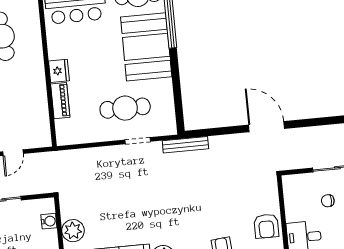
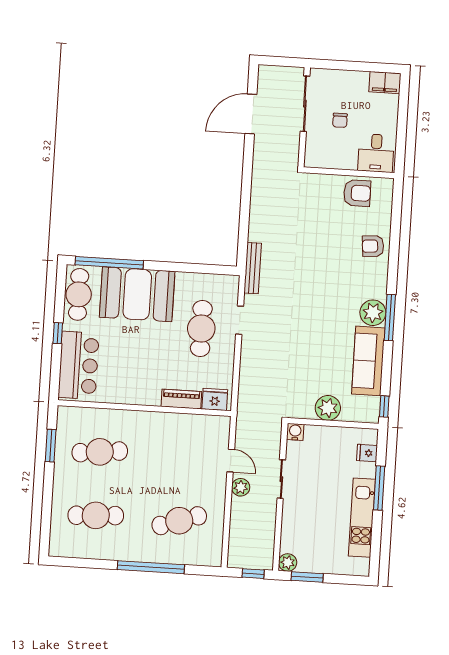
fridge: (59, 71) -> (215, 399), moved
door: (267, 127) -> (251, 114), moved
water cooler: (49, 221) -> (295, 432), moved

